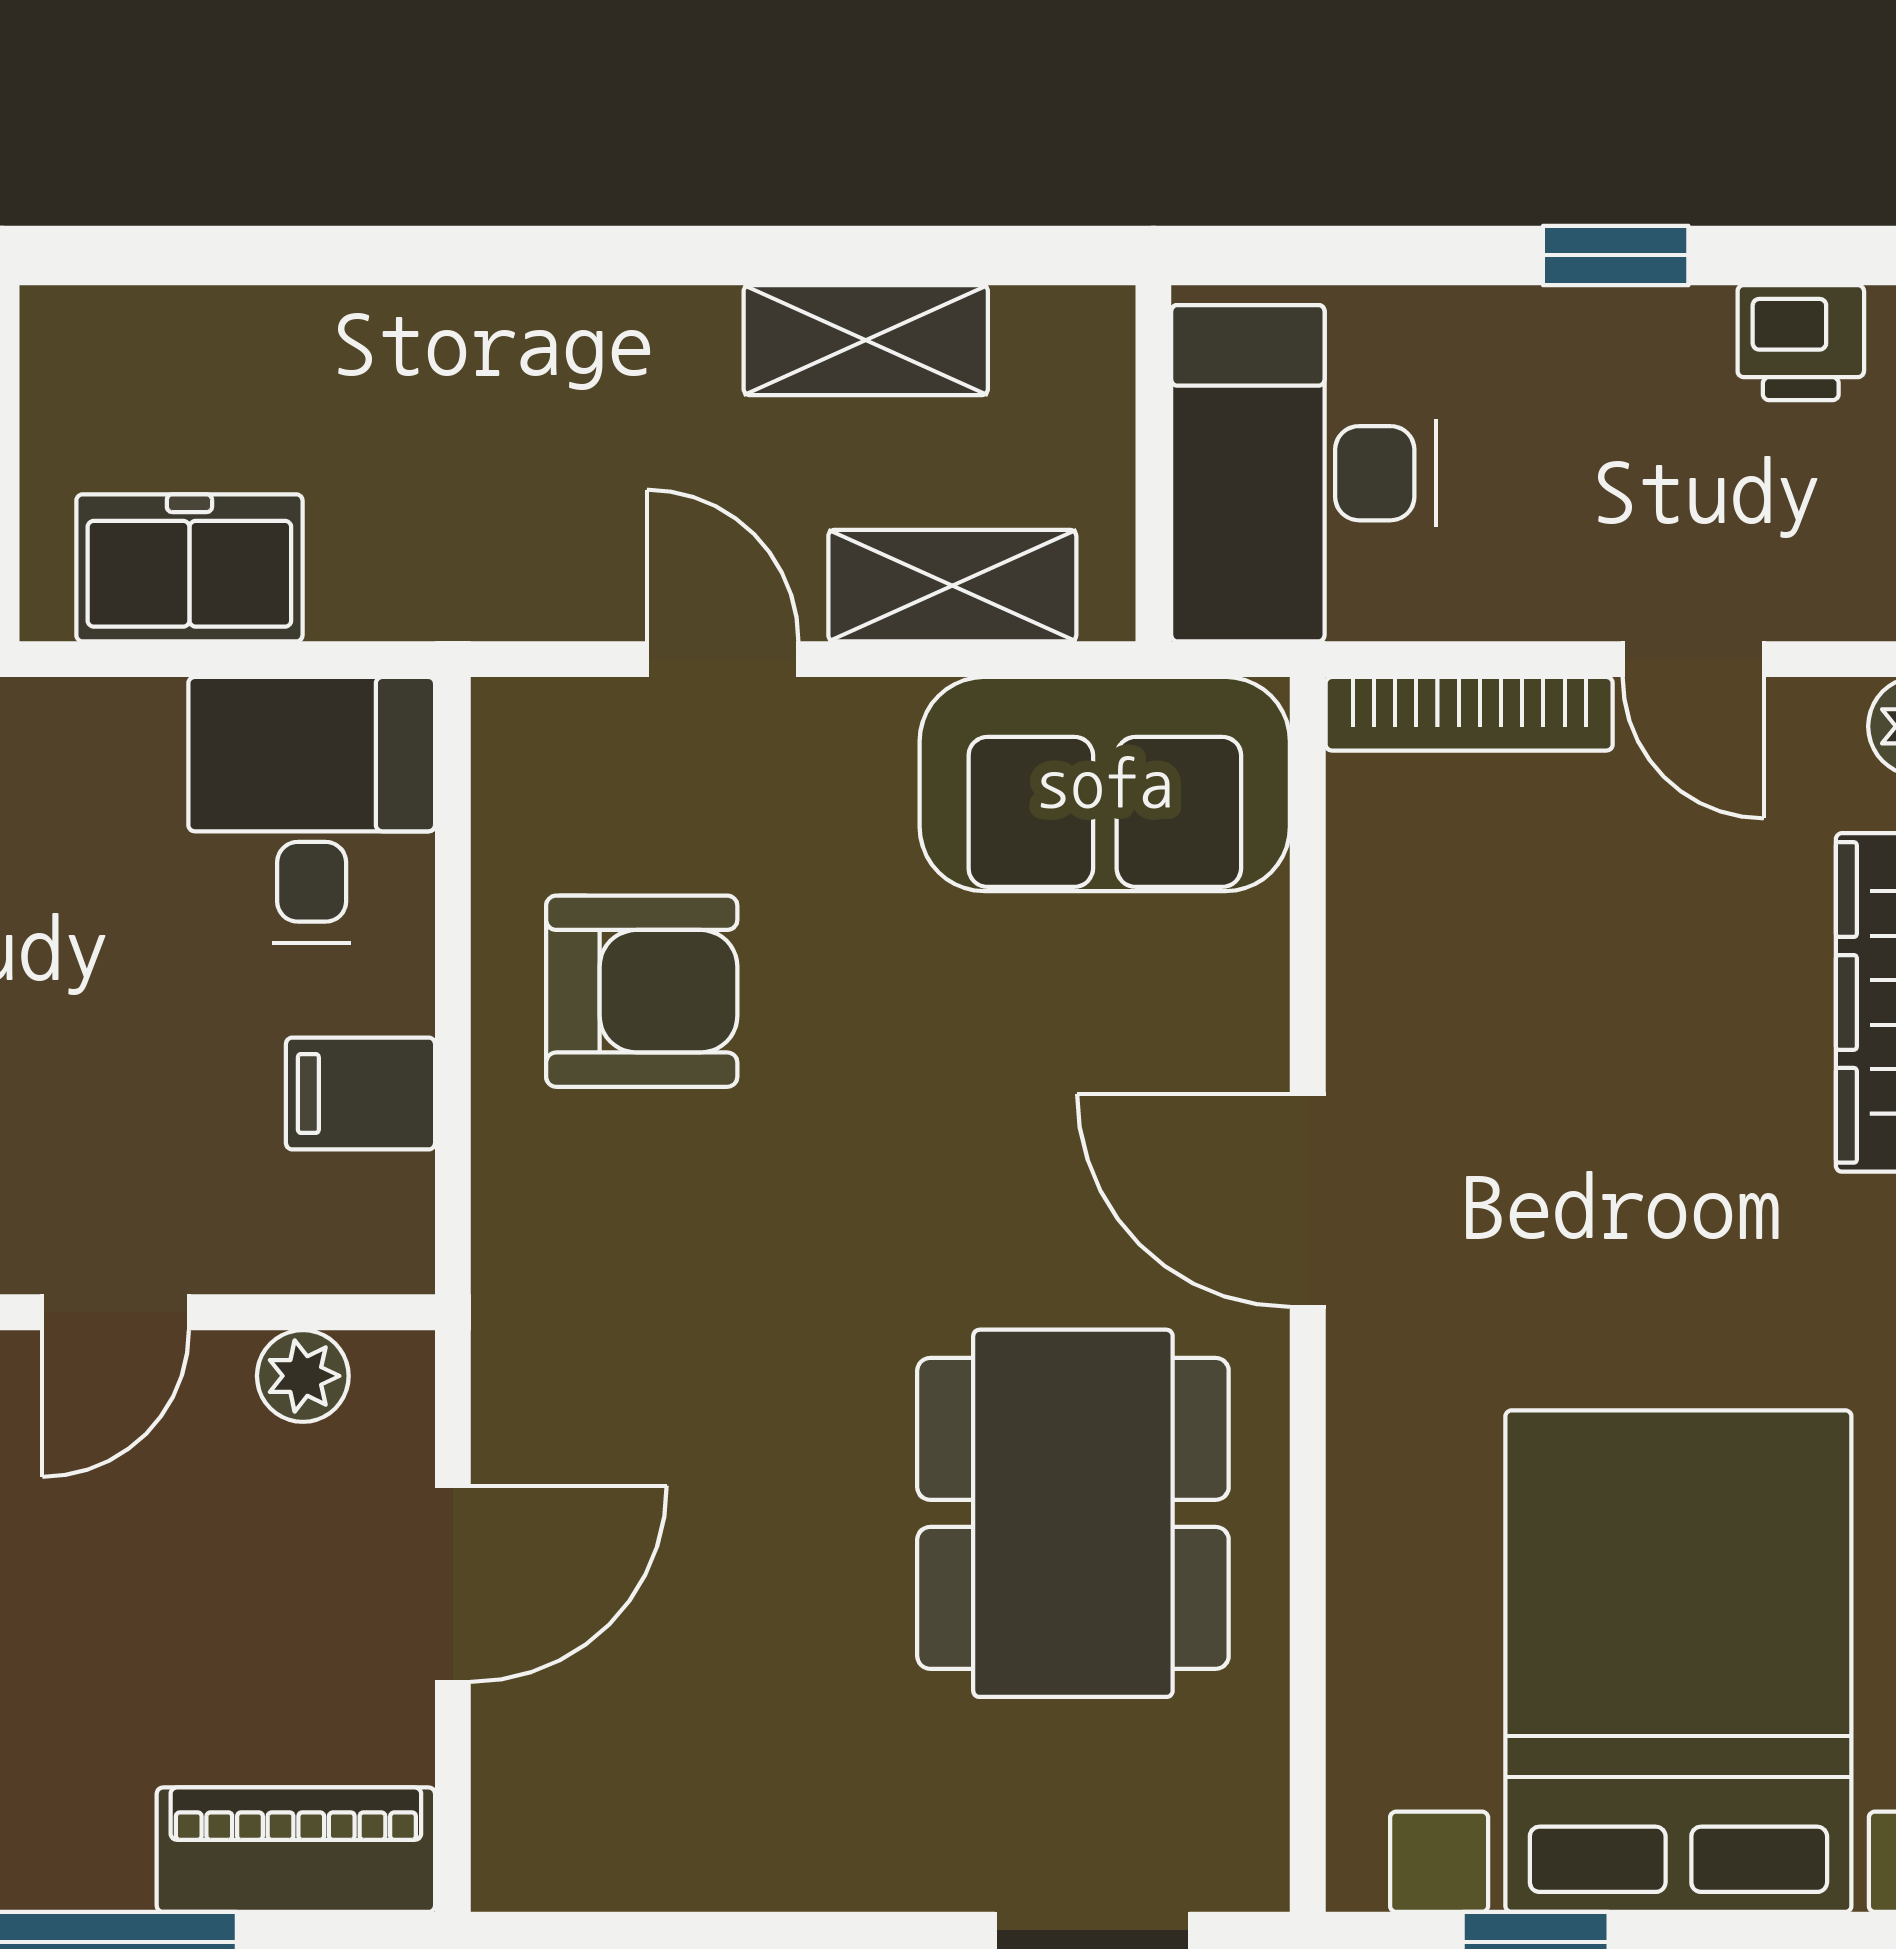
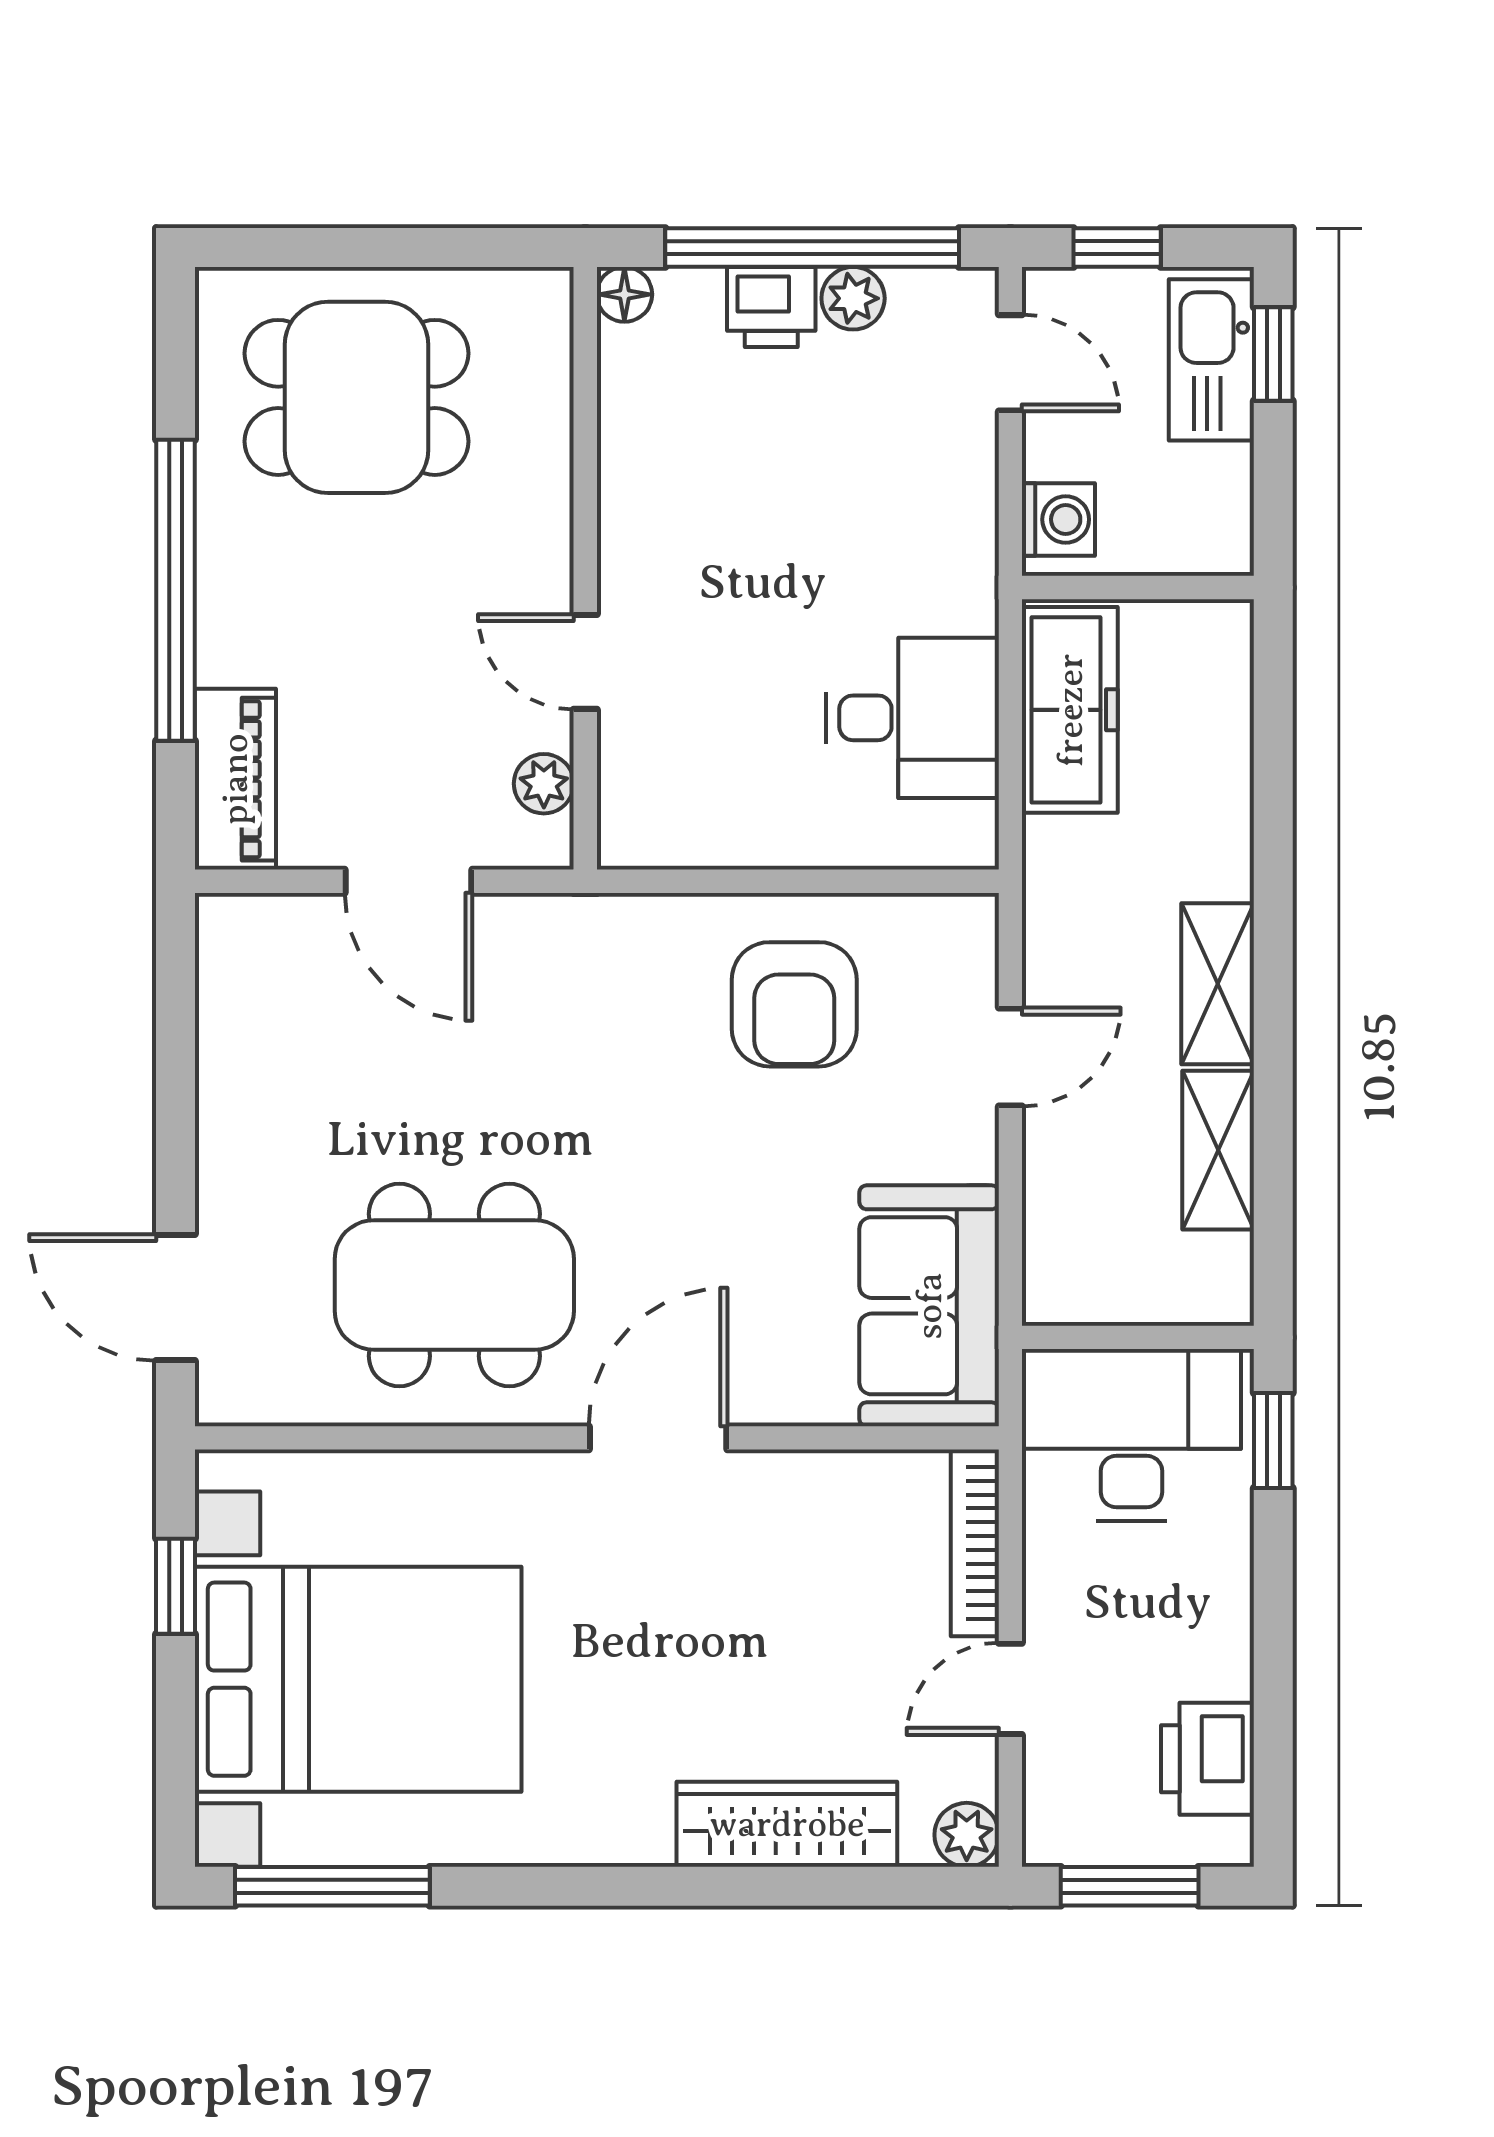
window: (1616, 255) -> (1273, 1440), moved
printer: (1801, 343) -> (1207, 1759), width x1.36, depth x1.24
freezer: (189, 568) -> (1070, 710), width x1.40
shelving: (952, 586) -> (1218, 984), moved
desk: (312, 810) -> (912, 718), moved
filing cabinet: (361, 1093) -> (728, 821), removed

